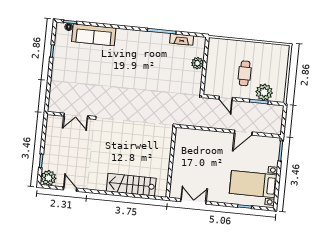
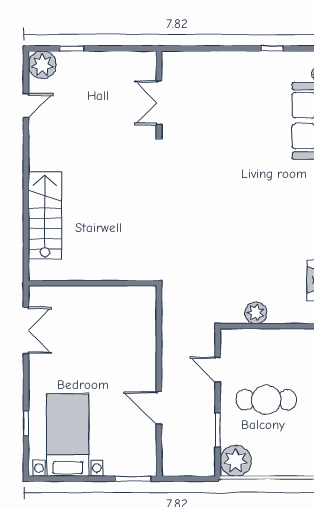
plant: (197, 63) -> (256, 313), moved
cafe table: (245, 73) -> (266, 400), width x1.37, depth x1.35
plant: (264, 92) -> (236, 461), moved
door: (226, 98) -> (218, 370), hinge flipped

